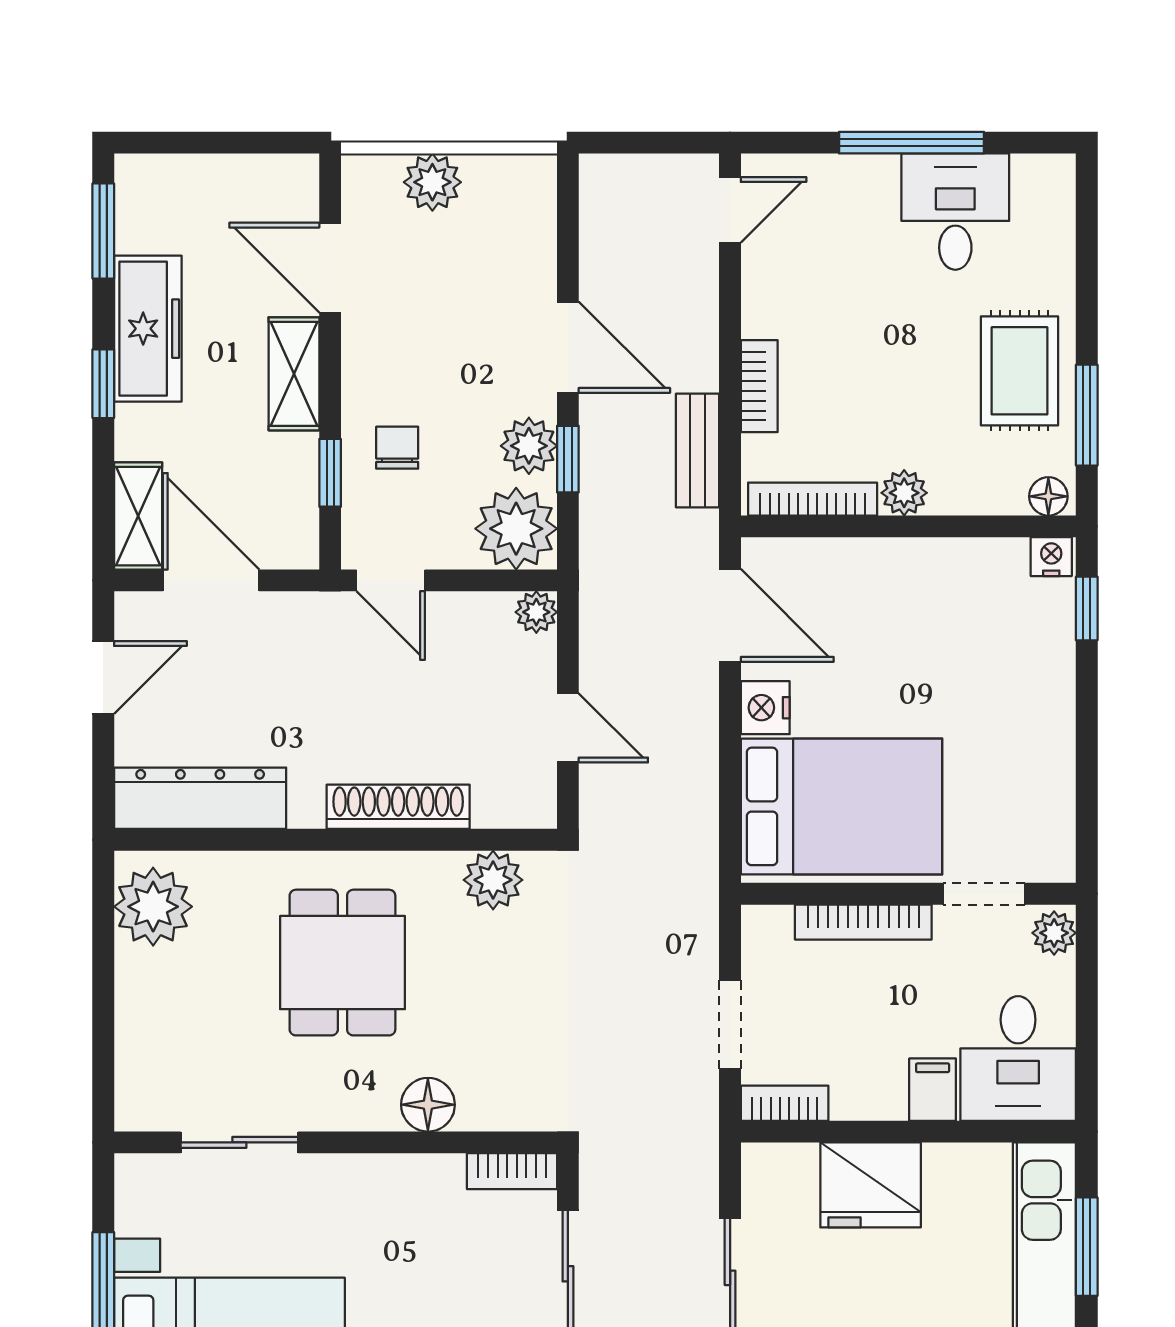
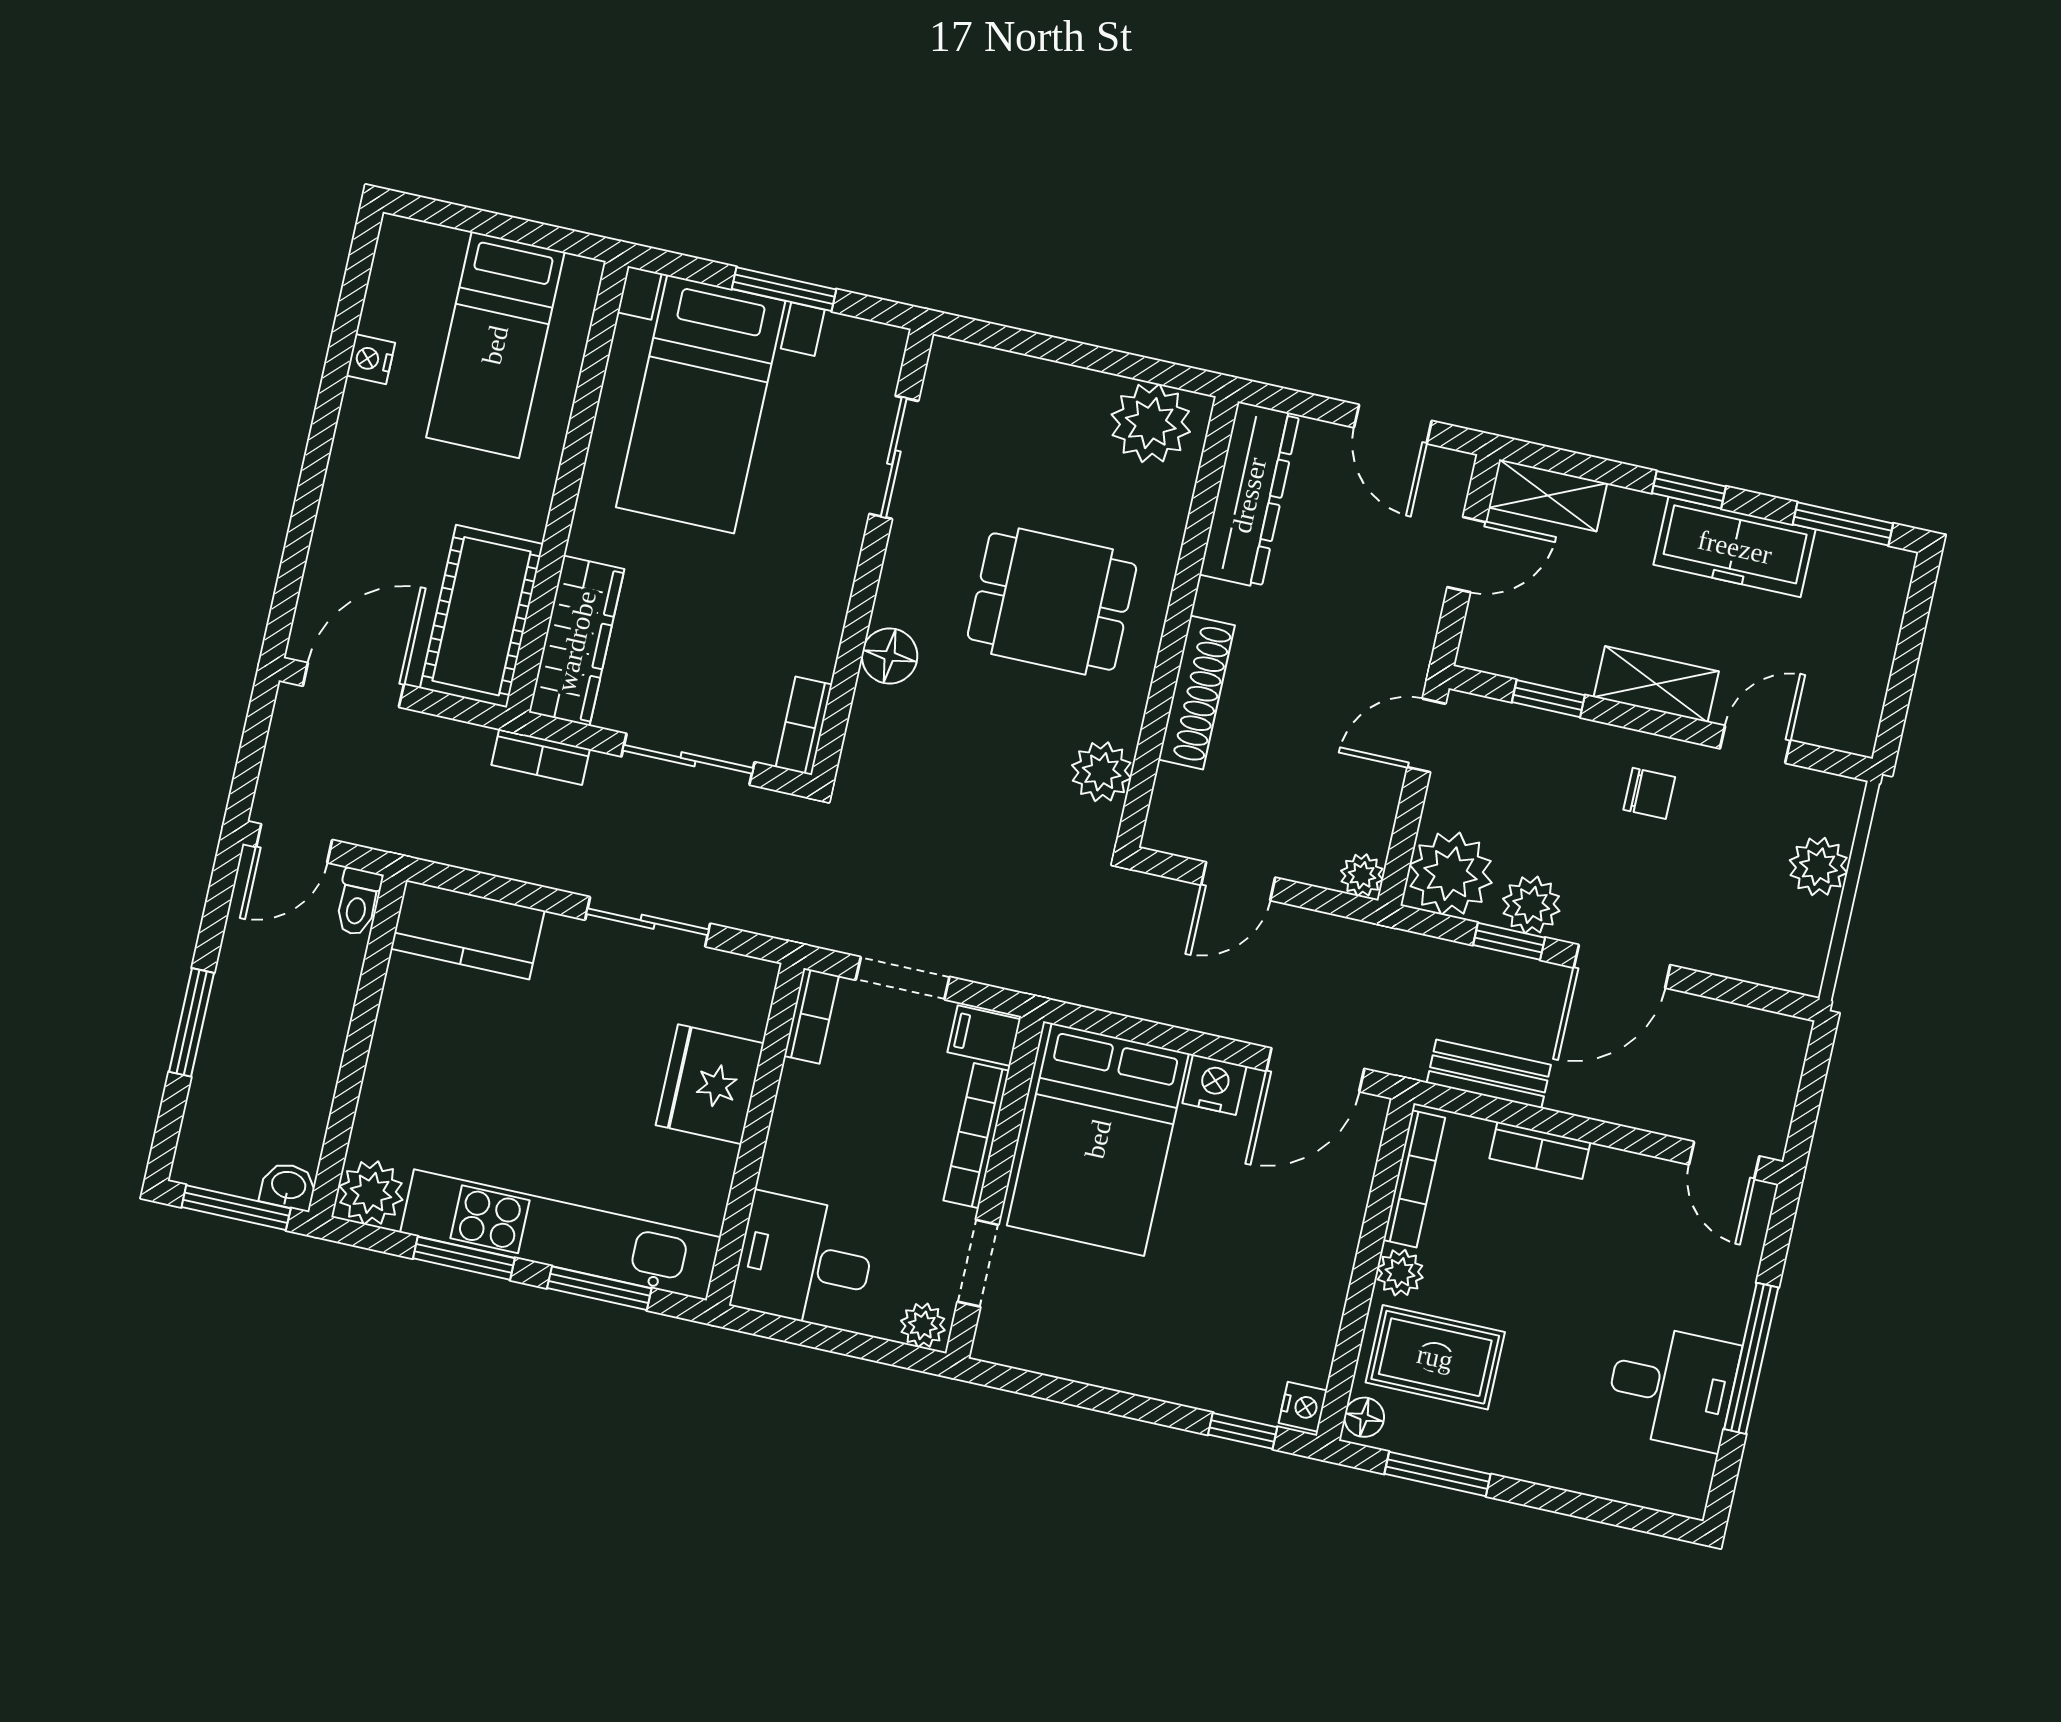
door: (330, 268) -> (1755, 744), width x0.73
rug: (1020, 371) -> (1435, 1357), moved
chair: (397, 448) -> (1649, 793), moved
door: (211, 580) -> (1467, 555), width x0.73
filing cabinet: (933, 1090) -> (984, 1036), moved, turned 180

